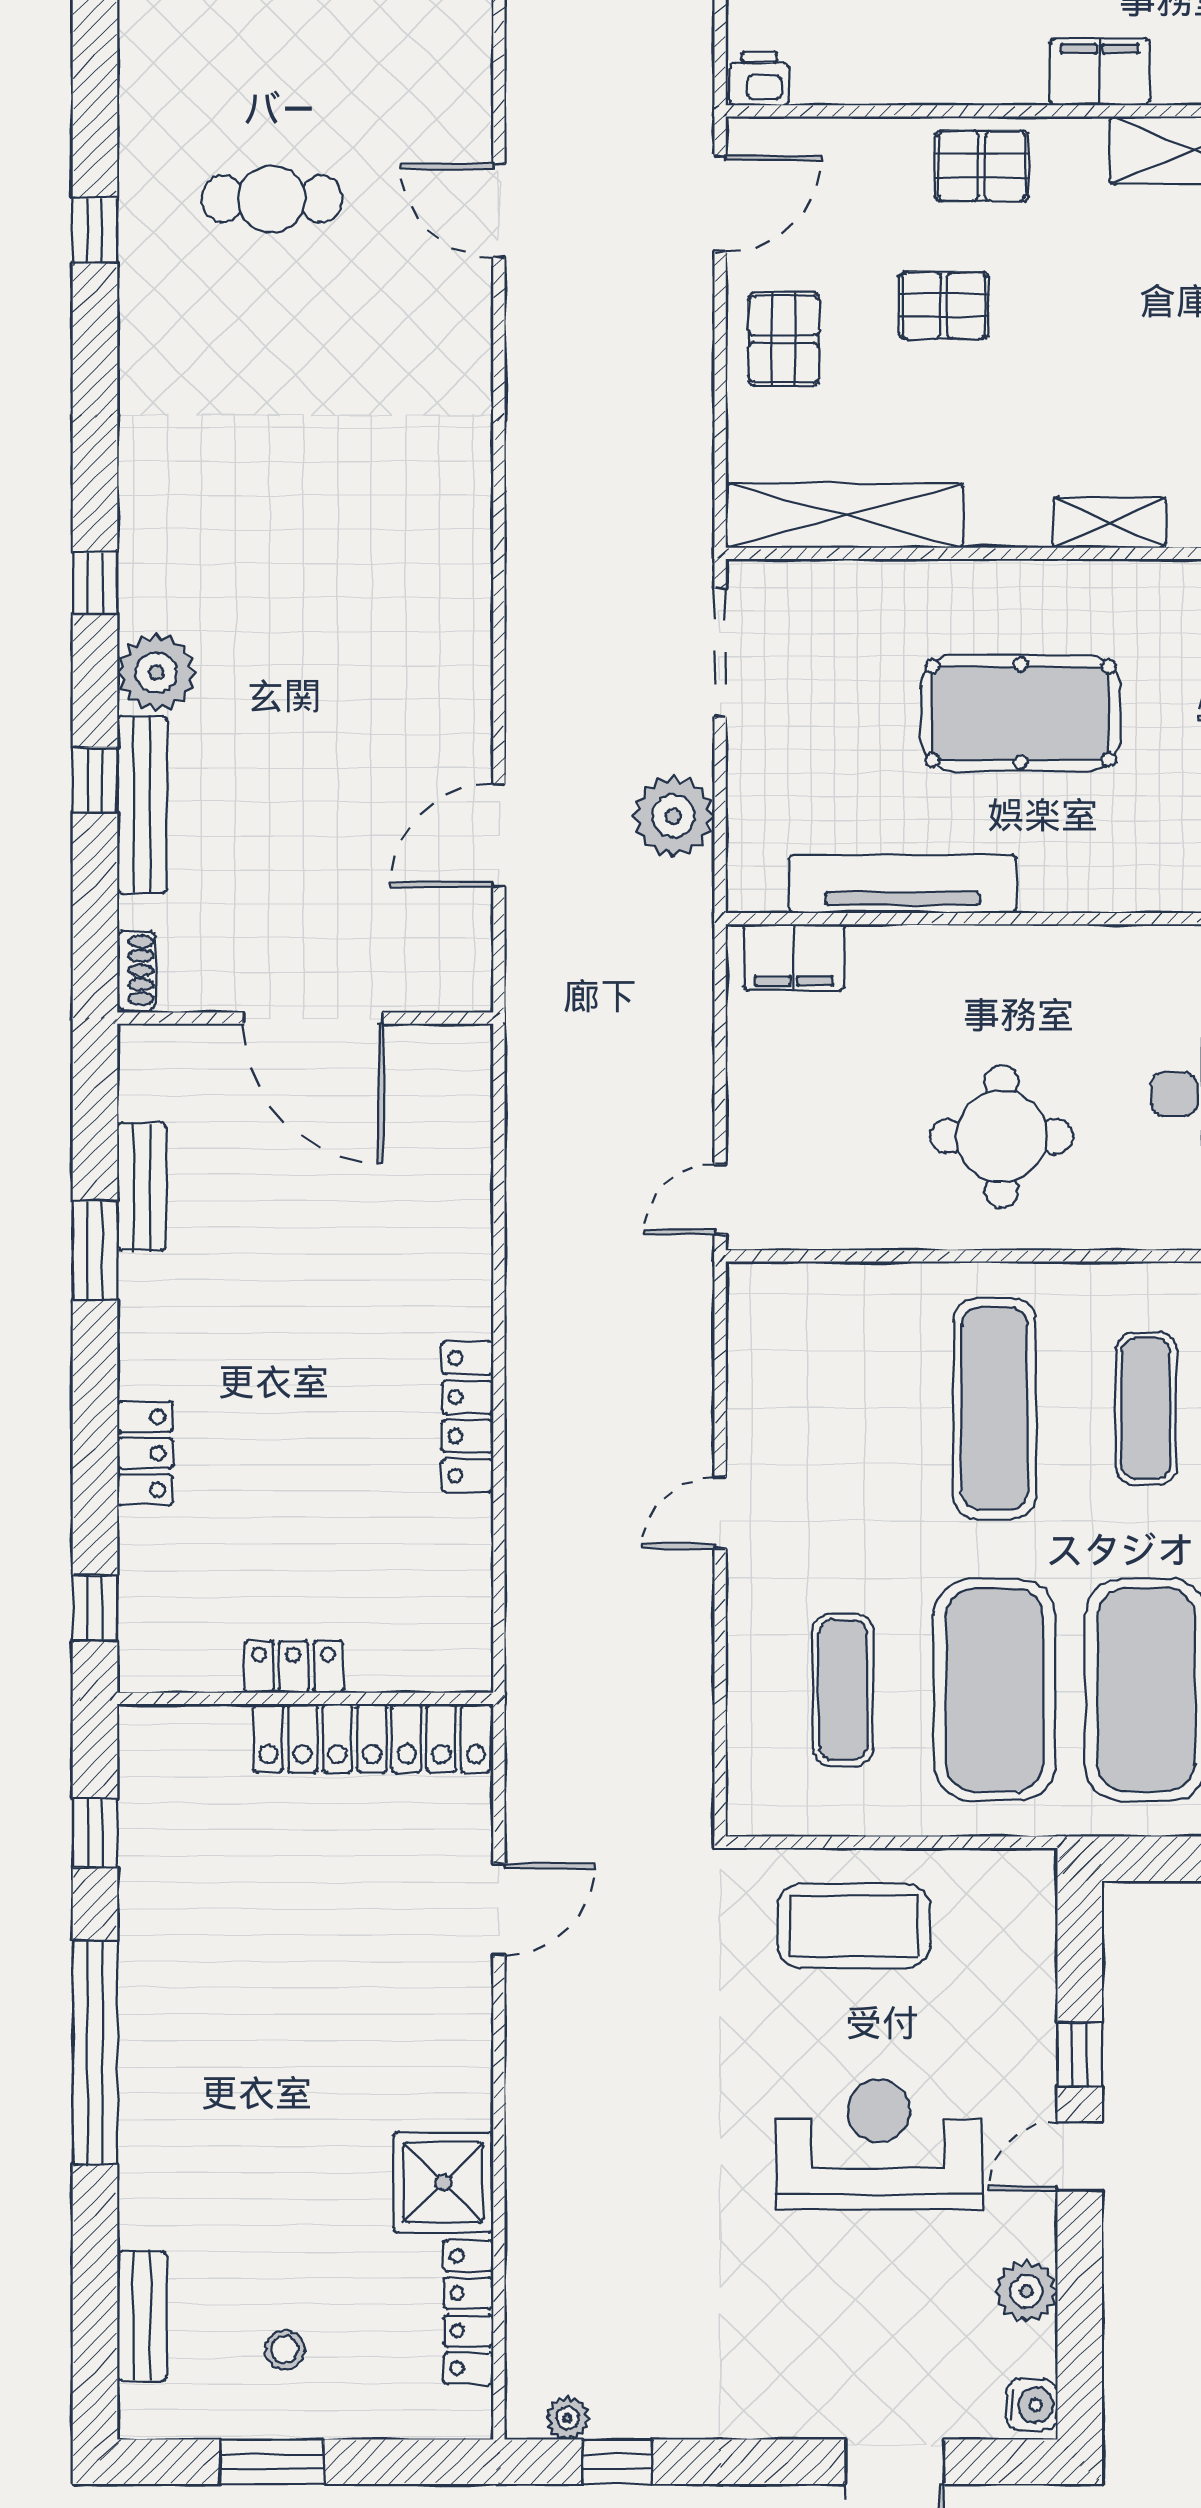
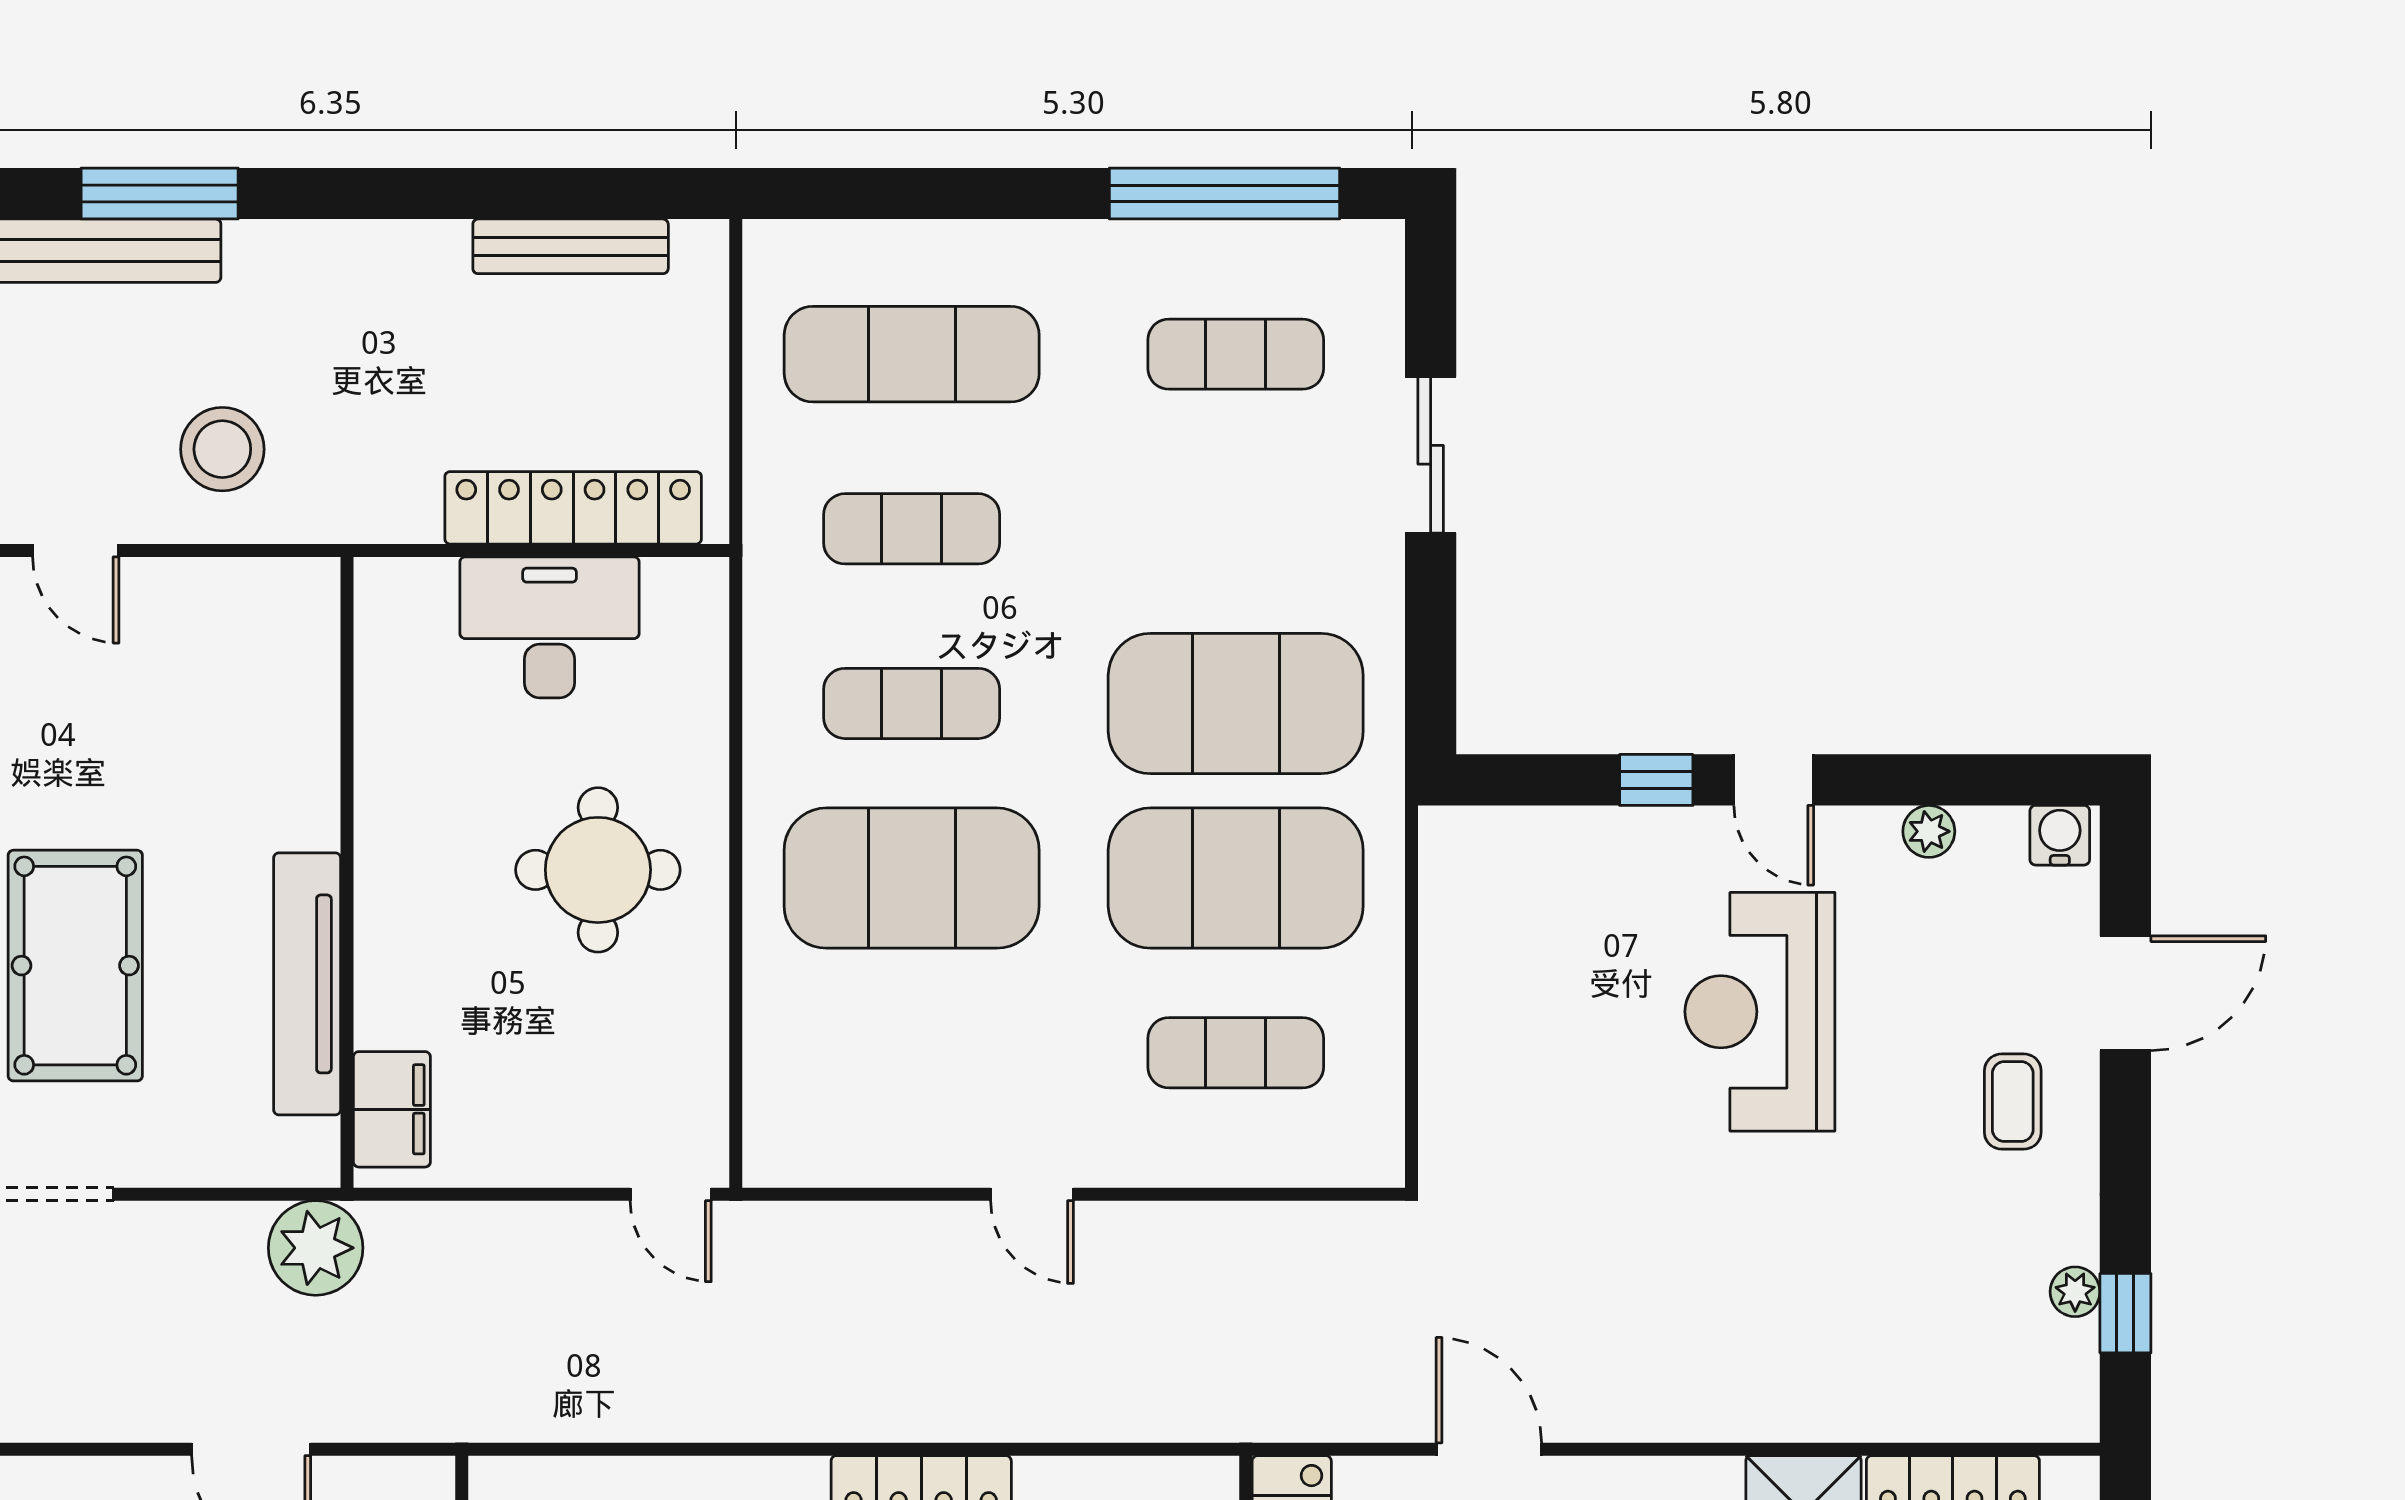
pool table: (1021, 713) -> (75, 966), moved
plant: (674, 816) -> (316, 1248), moved
exercise mat: (994, 1409) -> (912, 878), width x1.47
coffee table: (854, 1926) -> (2013, 1102), moved, width x0.54, depth x0.58
plant: (1027, 2291) -> (1929, 831), width x0.73, depth x0.73
plant: (568, 2418) -> (2075, 1292), moved

